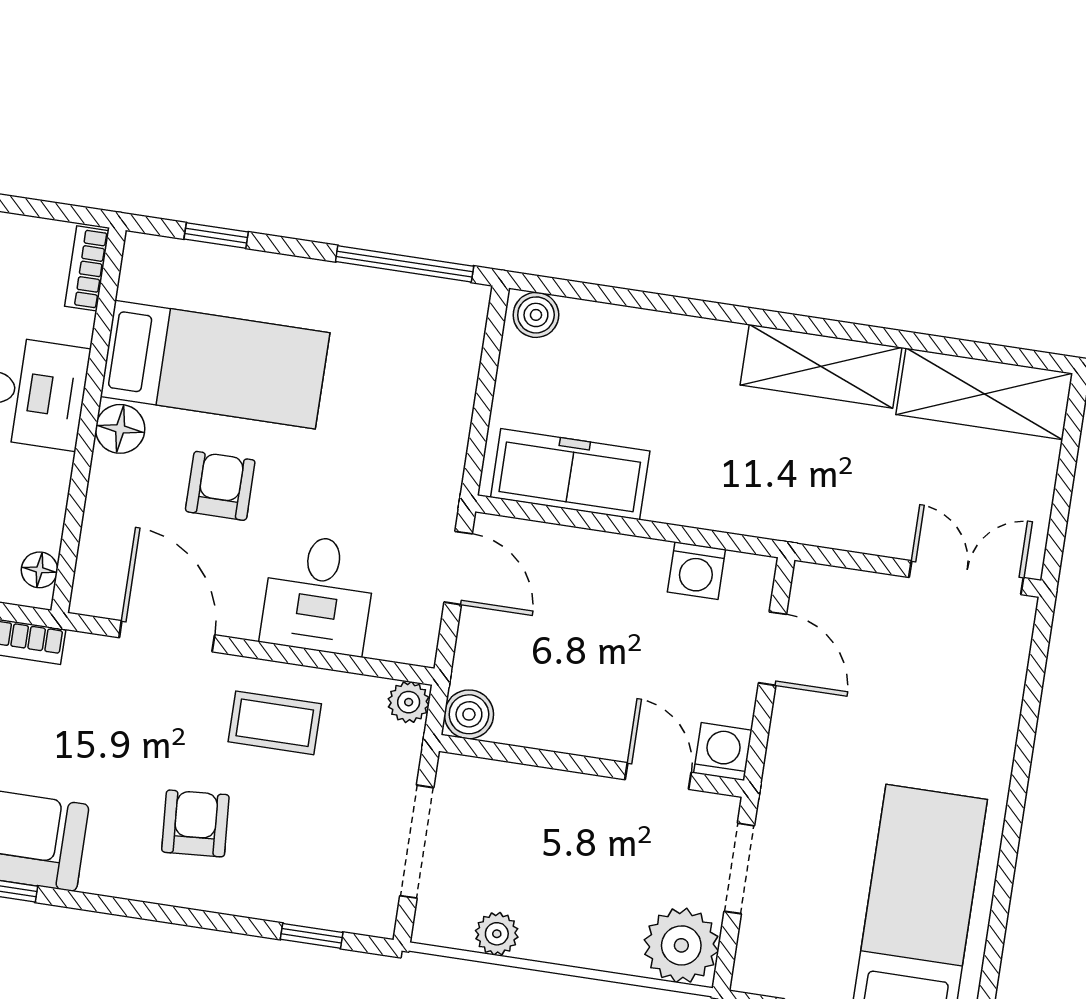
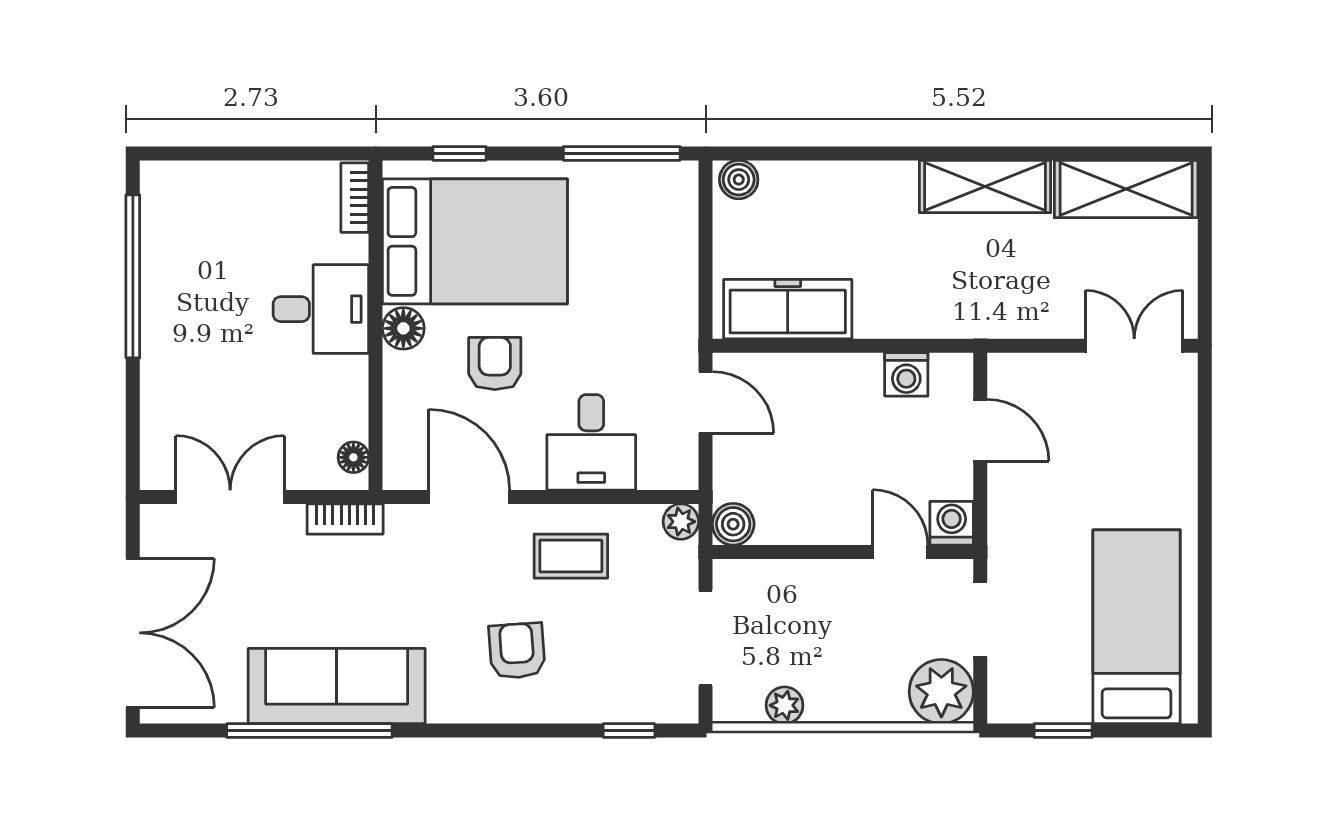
bed: (215, 365) -> (475, 241), width x1.50

